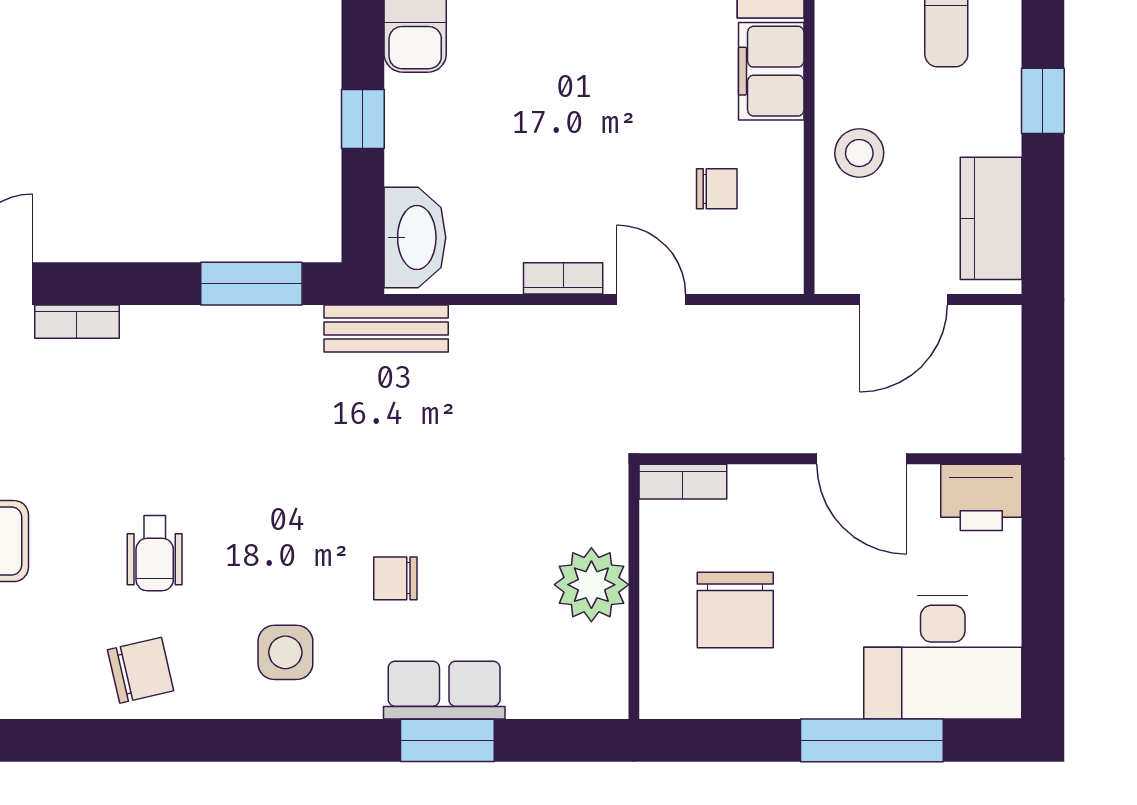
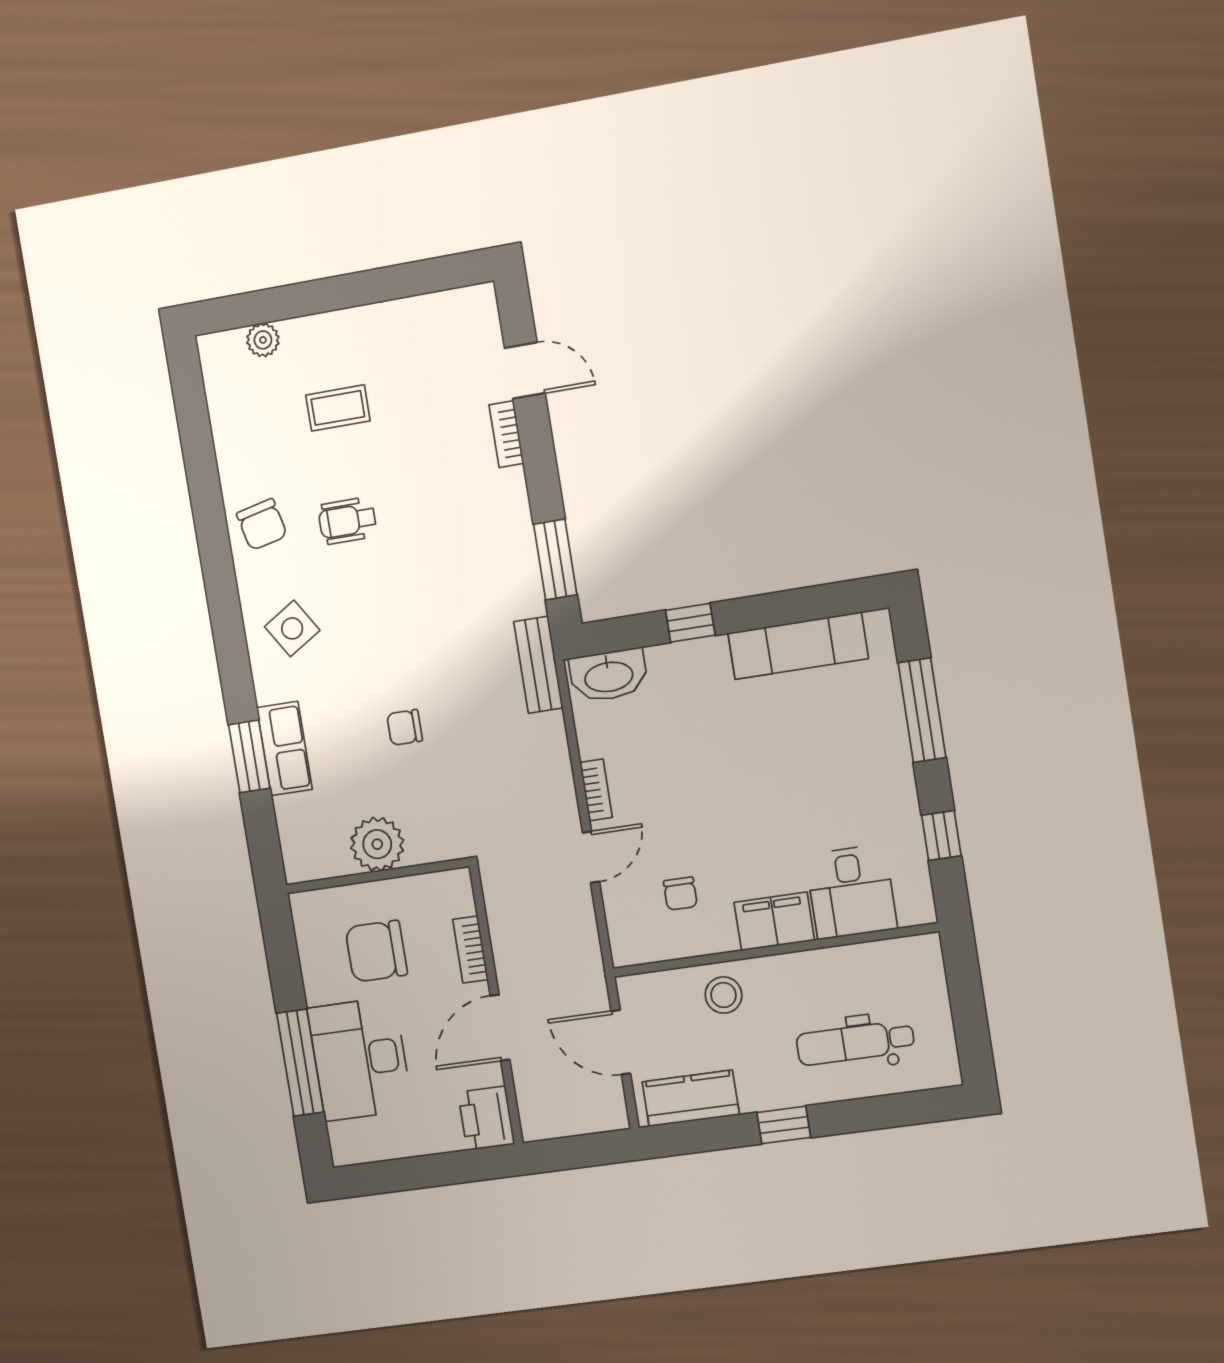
bookcase: (683, 482) -> (470, 949), moved
chair: (395, 578) -> (405, 727), moved, turned -90
side table: (285, 652) -> (292, 628), turned -32
desk: (943, 657) -> (360, 1059), moved

